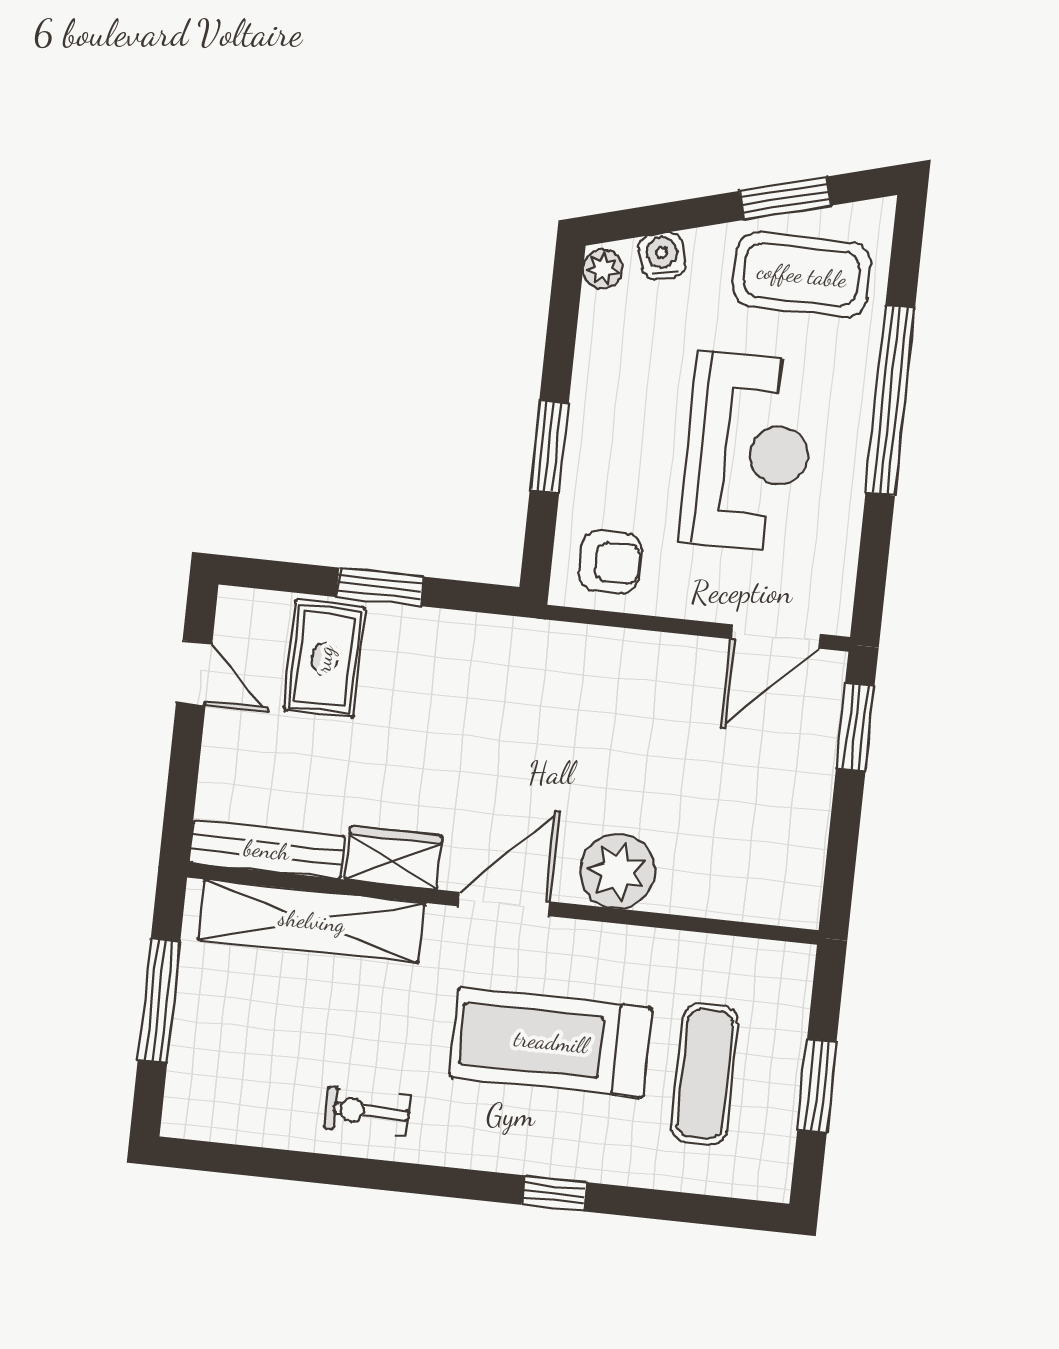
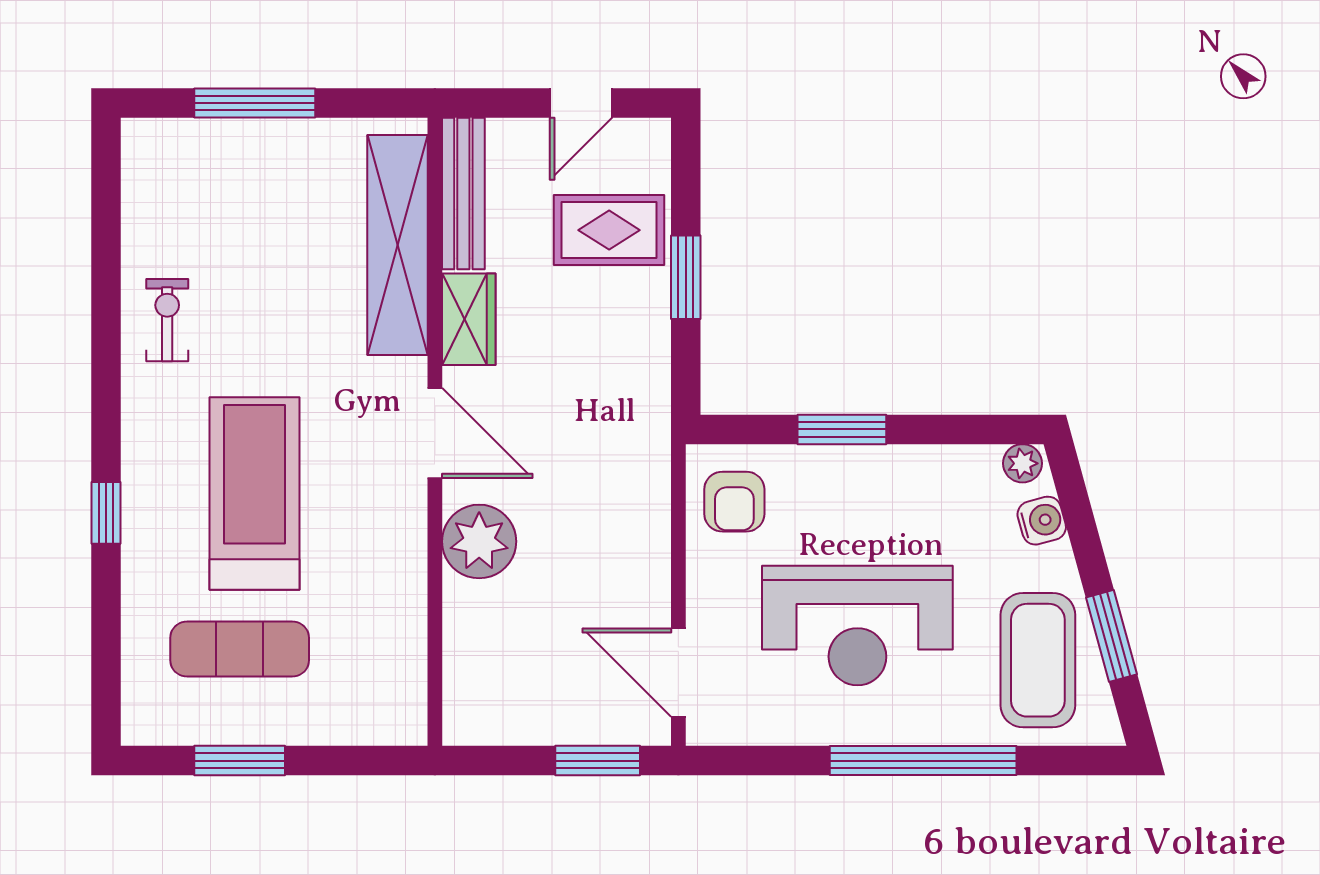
bench: (267, 850) -> (463, 194), moved
wardrobe: (394, 858) -> (469, 319), moved
plant: (618, 871) -> (479, 541), moved
wall: (503, 904) -> (435, 432), moved
door: (504, 904) -> (435, 433), moved
shelving: (312, 921) -> (398, 245), moved

